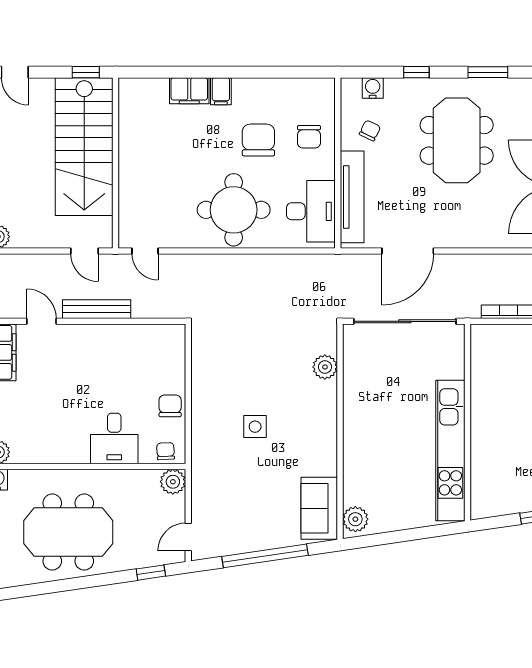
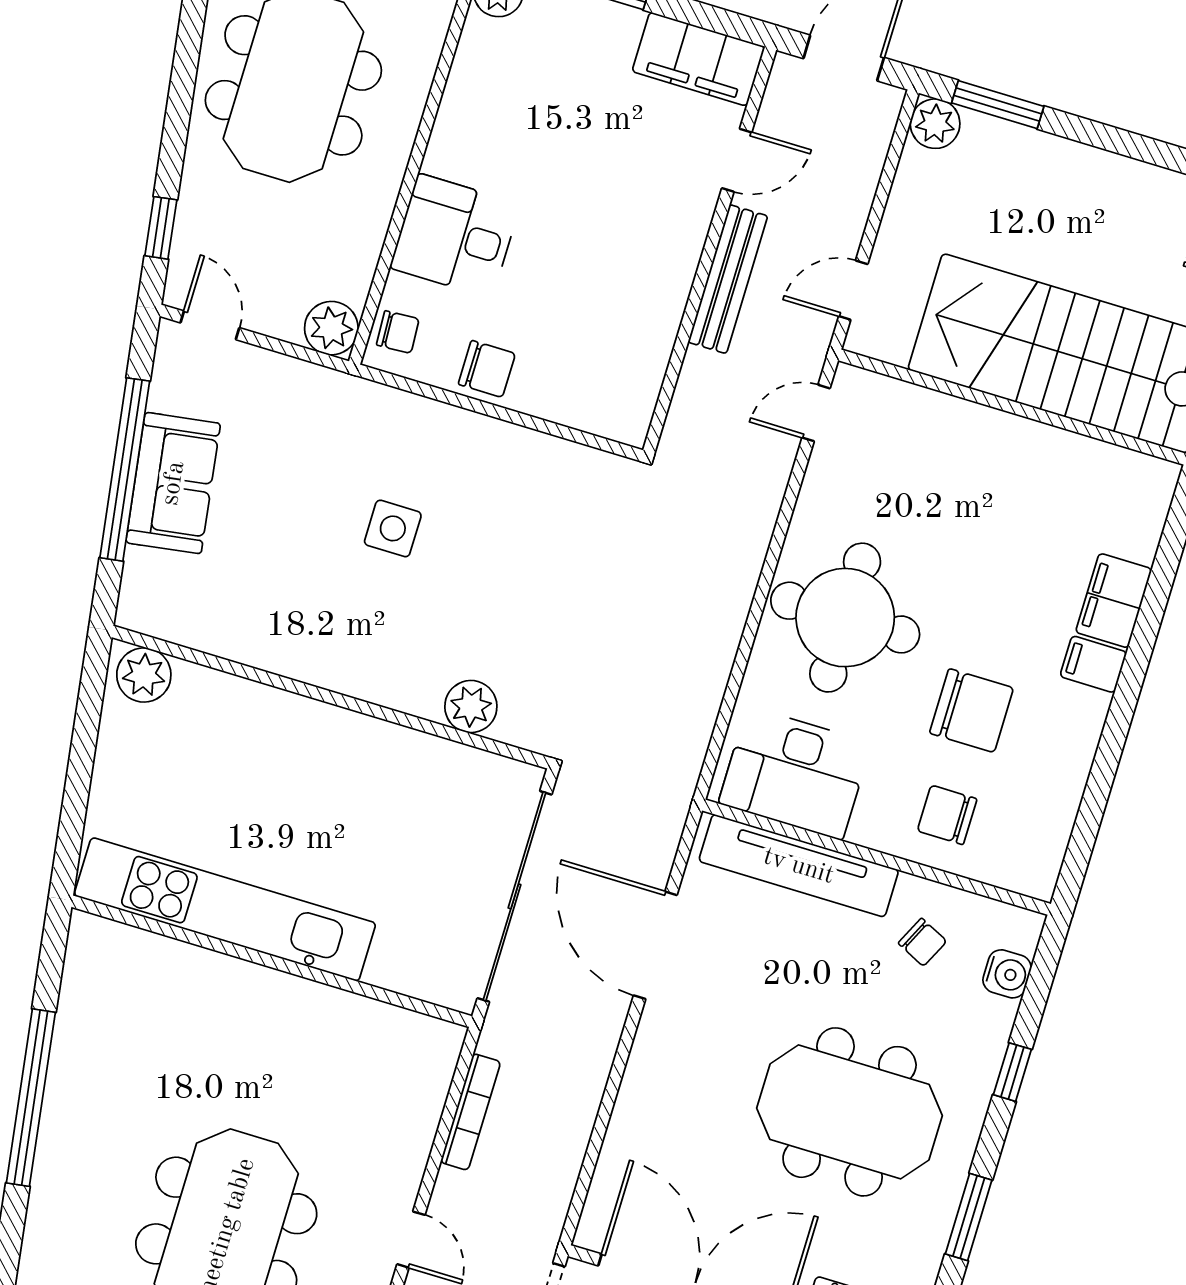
sofa: (319, 508) -> (173, 483), moved, turned 82

